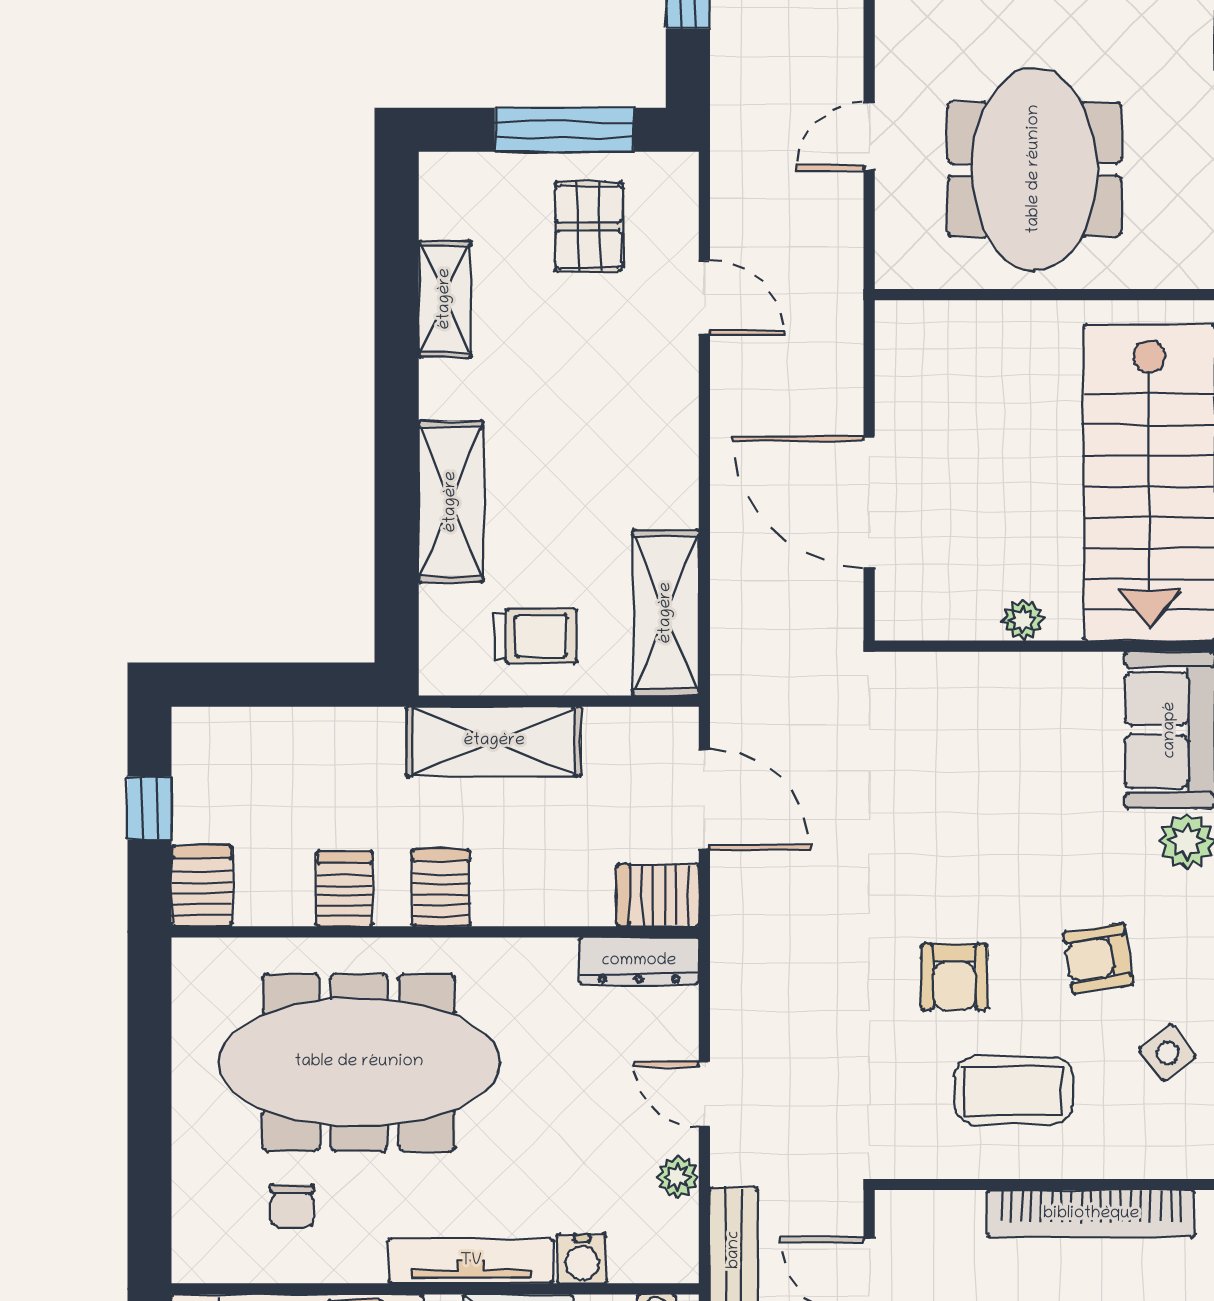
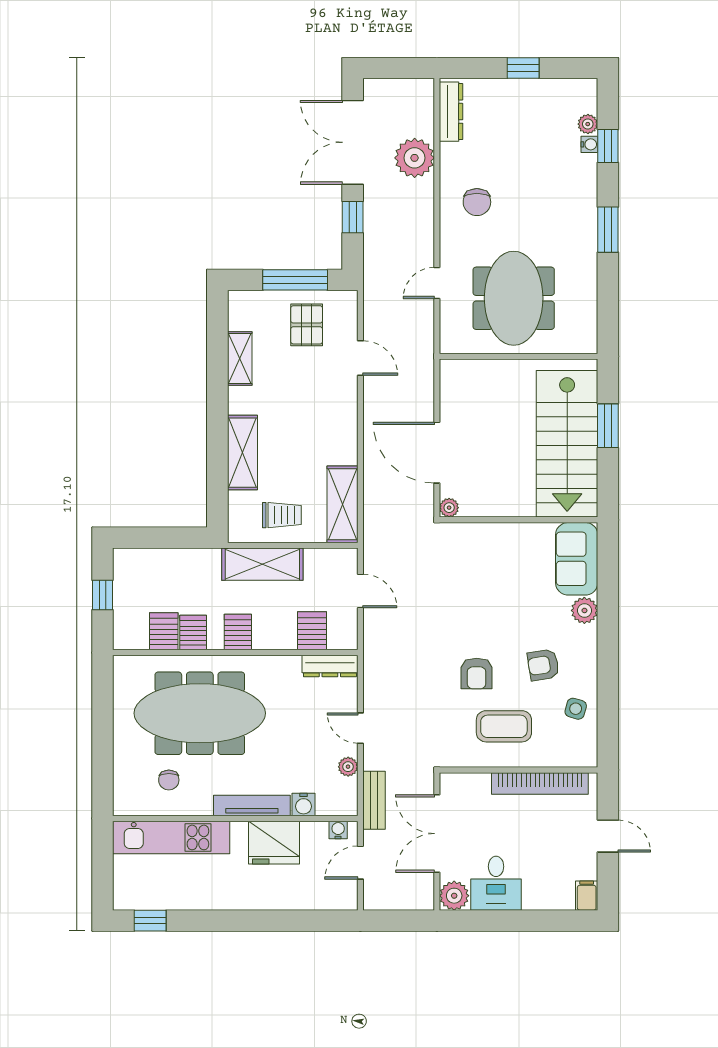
plant: (1023, 620) -> (449, 508), moved
door: (704, 799) -> (360, 591), width x0.73
server rack: (202, 886) -> (164, 631), moved
server rack: (658, 895) -> (312, 631), moved, turned 90
side table: (1168, 1053) -> (576, 709), turned -37

